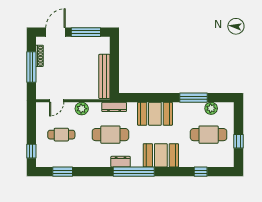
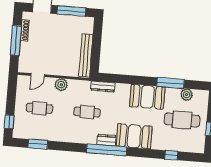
dresser: (114, 107) -> (103, 86), moved
booth: (155, 114) -> (147, 97), moved
cafe table: (110, 135) -> (87, 112), width x0.73, depth x0.74
dresser: (121, 162) -> (106, 140), moved

